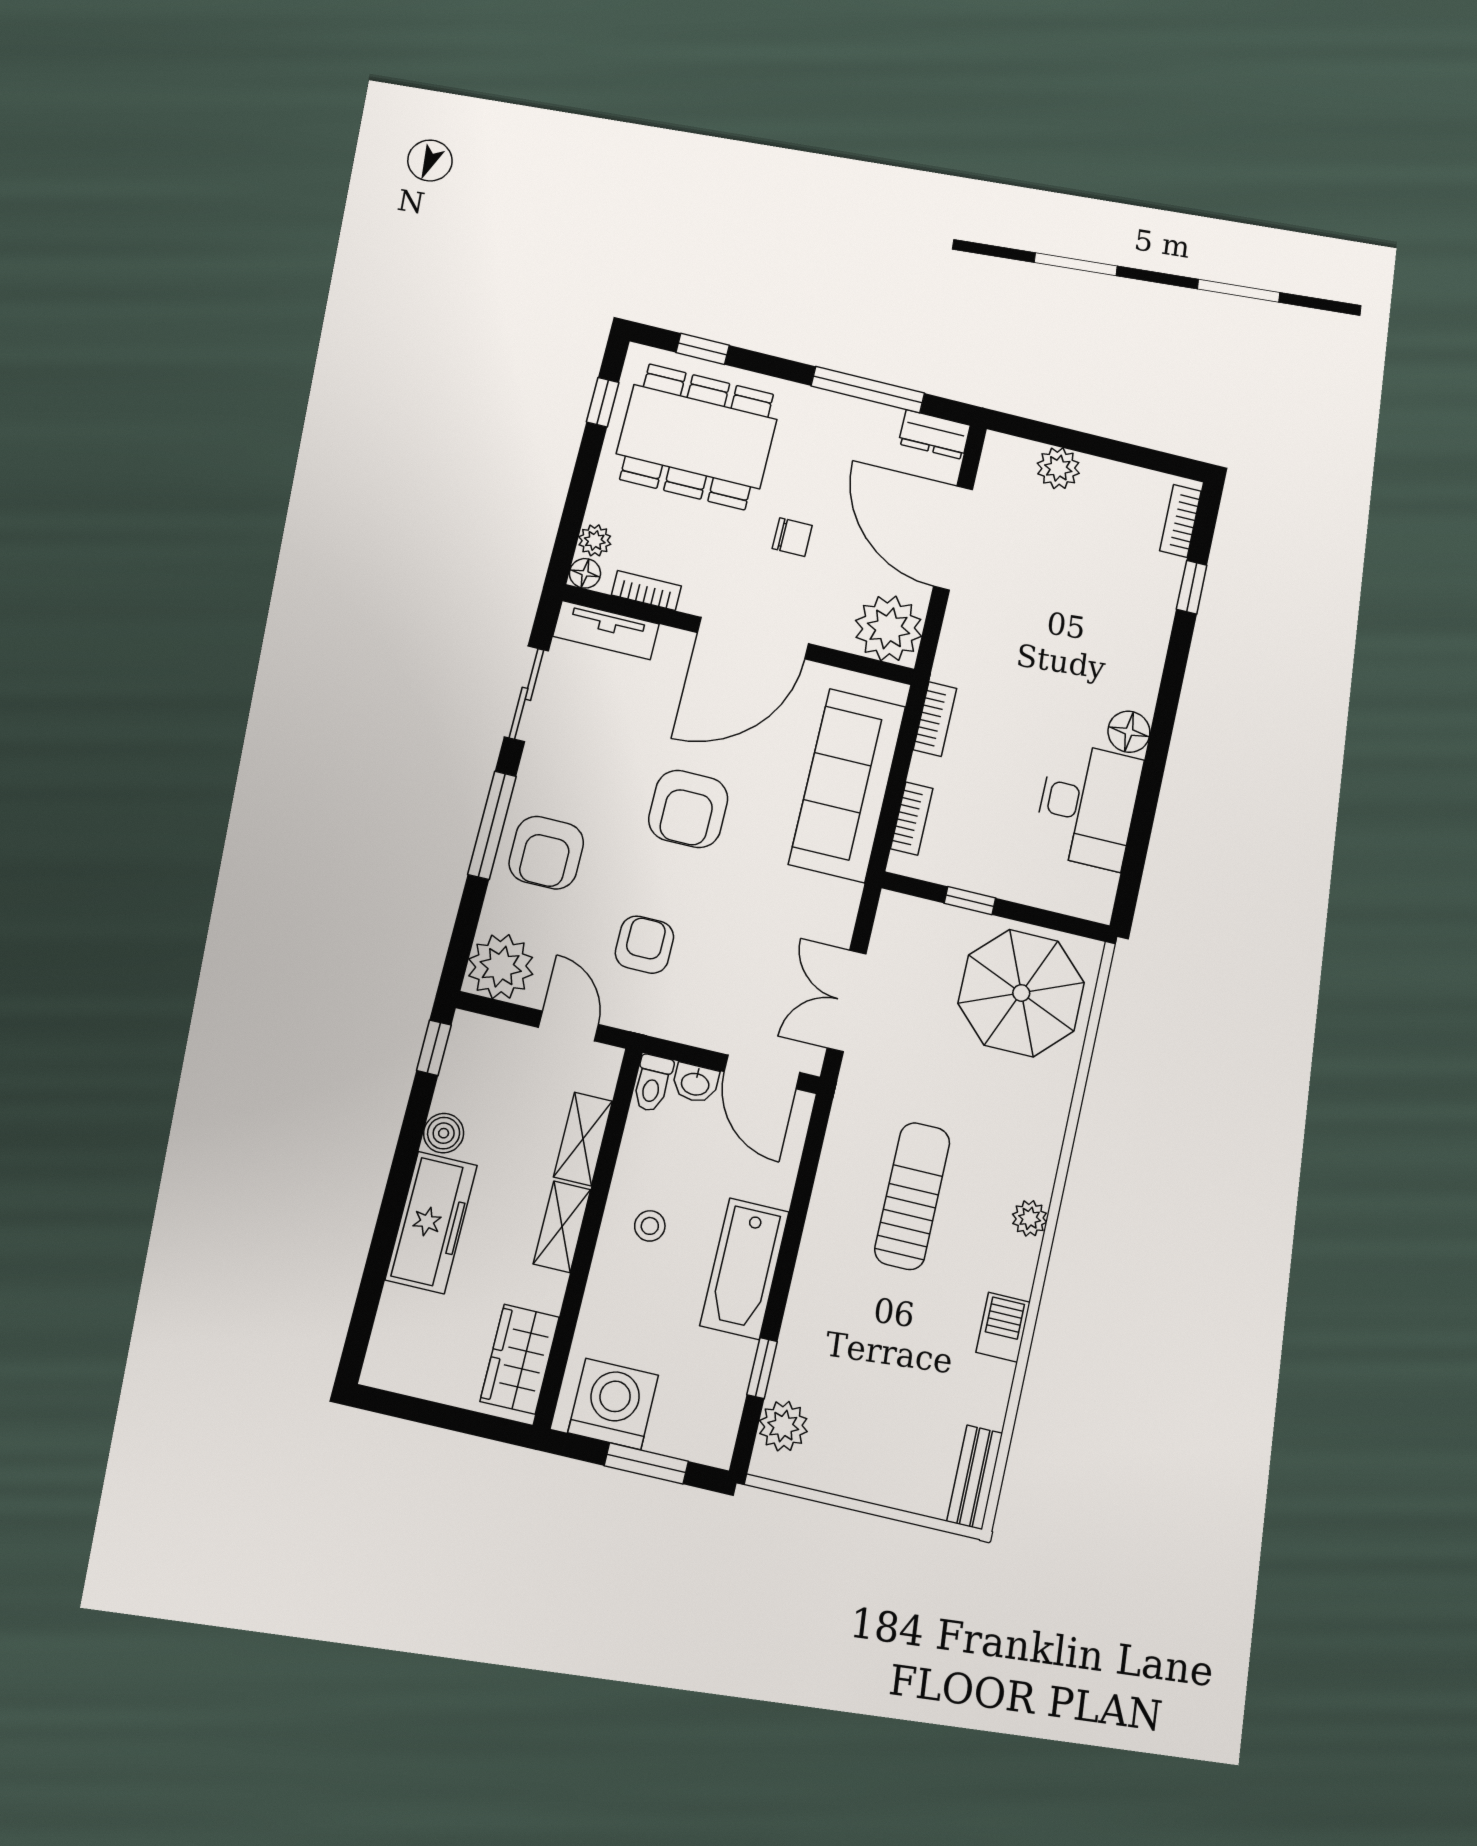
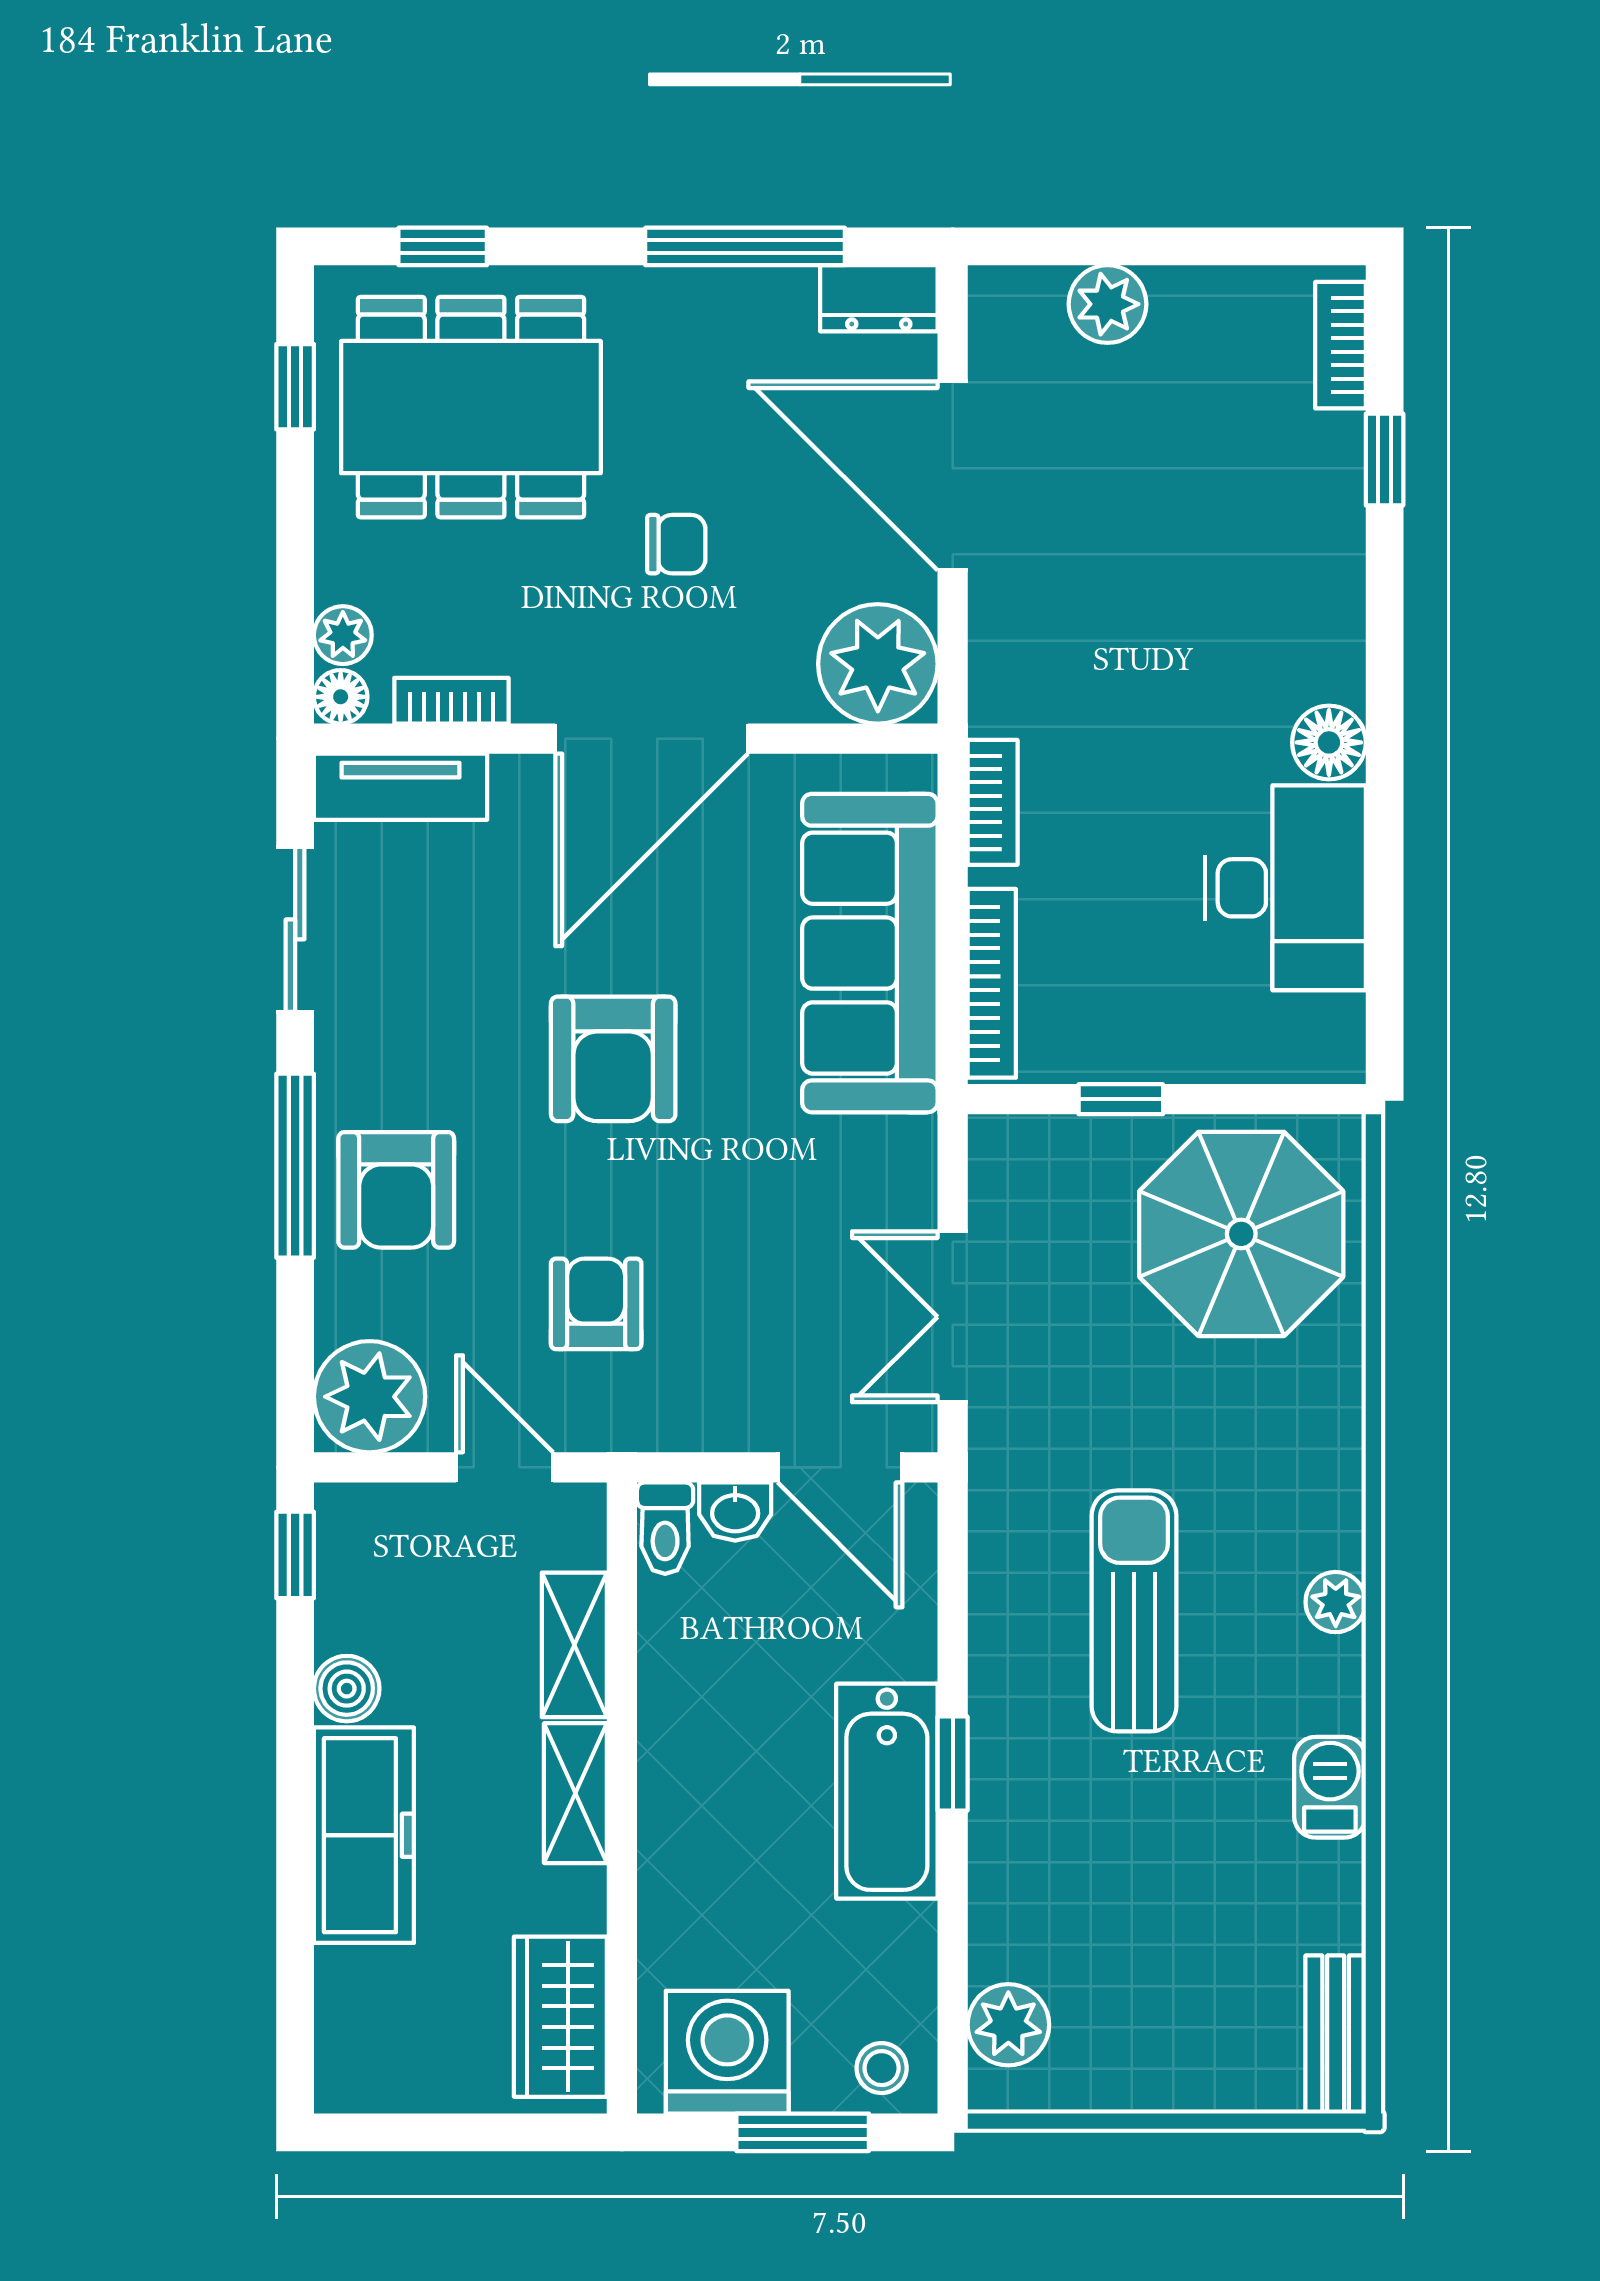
bookcase: (912, 818) -> (992, 983), width x1.56
stool: (650, 1226) -> (882, 2068), moved
window: (762, 1368) -> (953, 1764), moved

